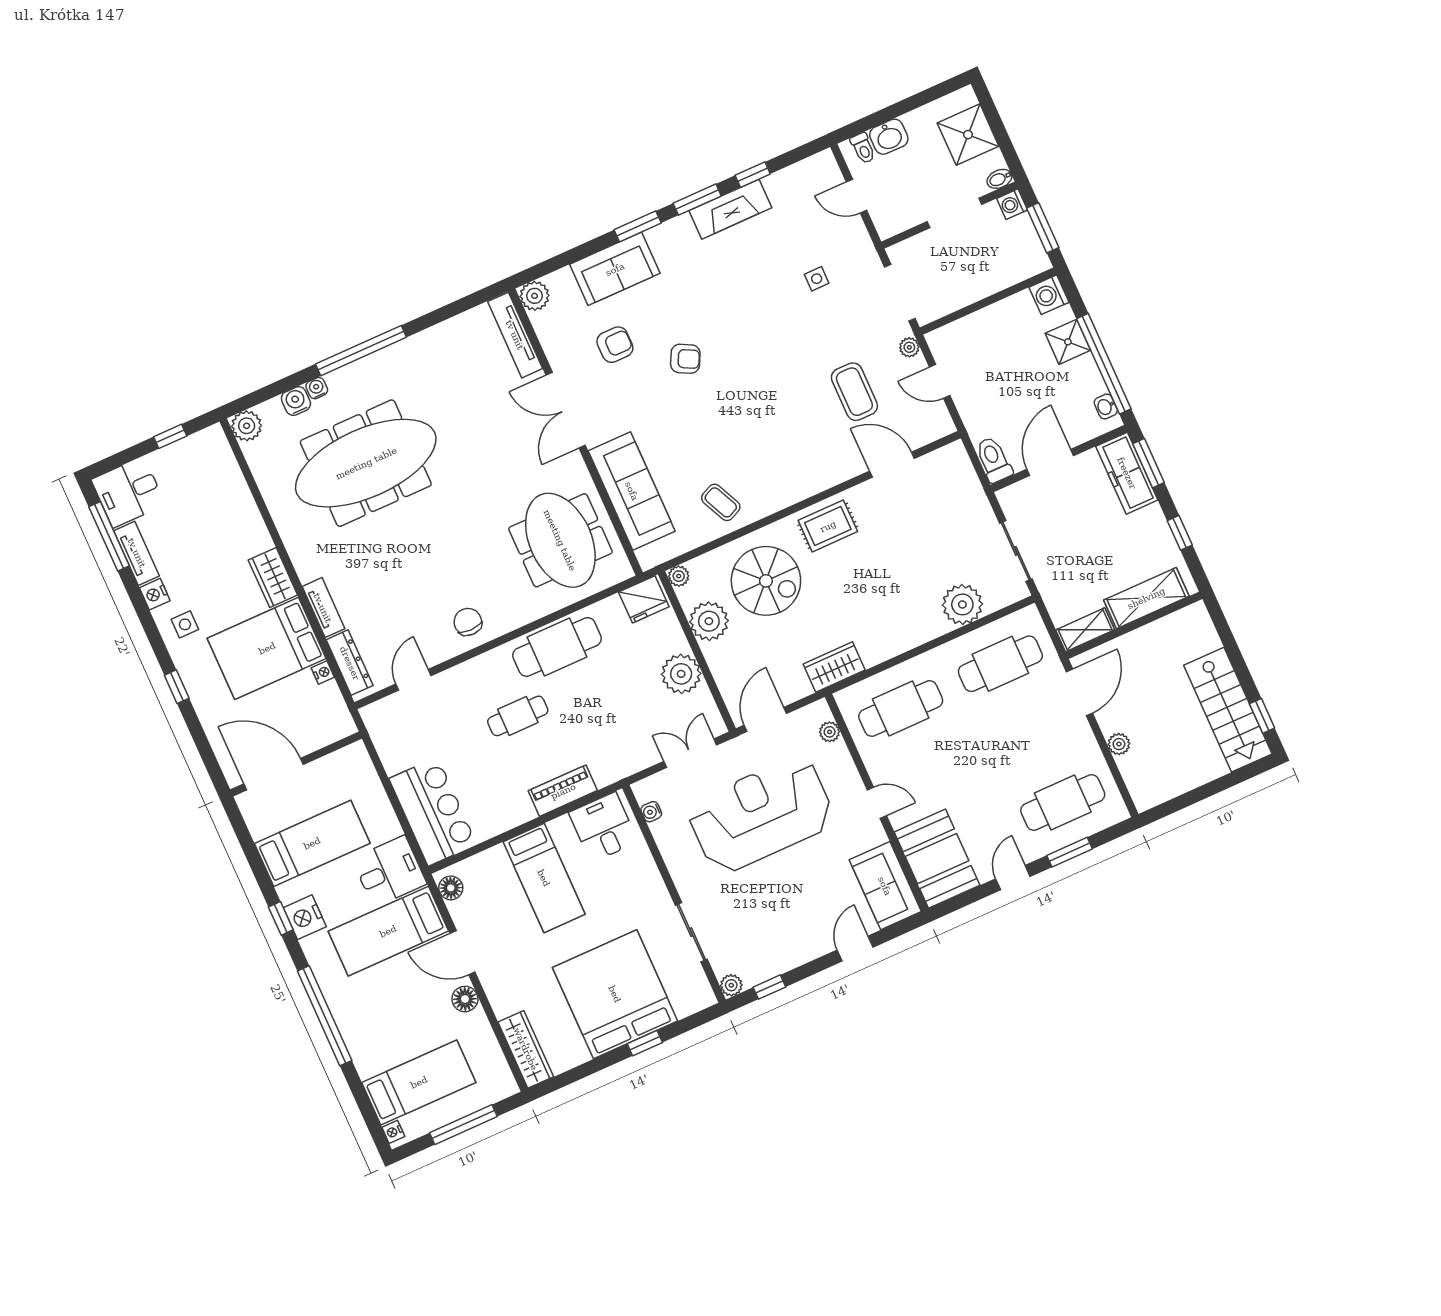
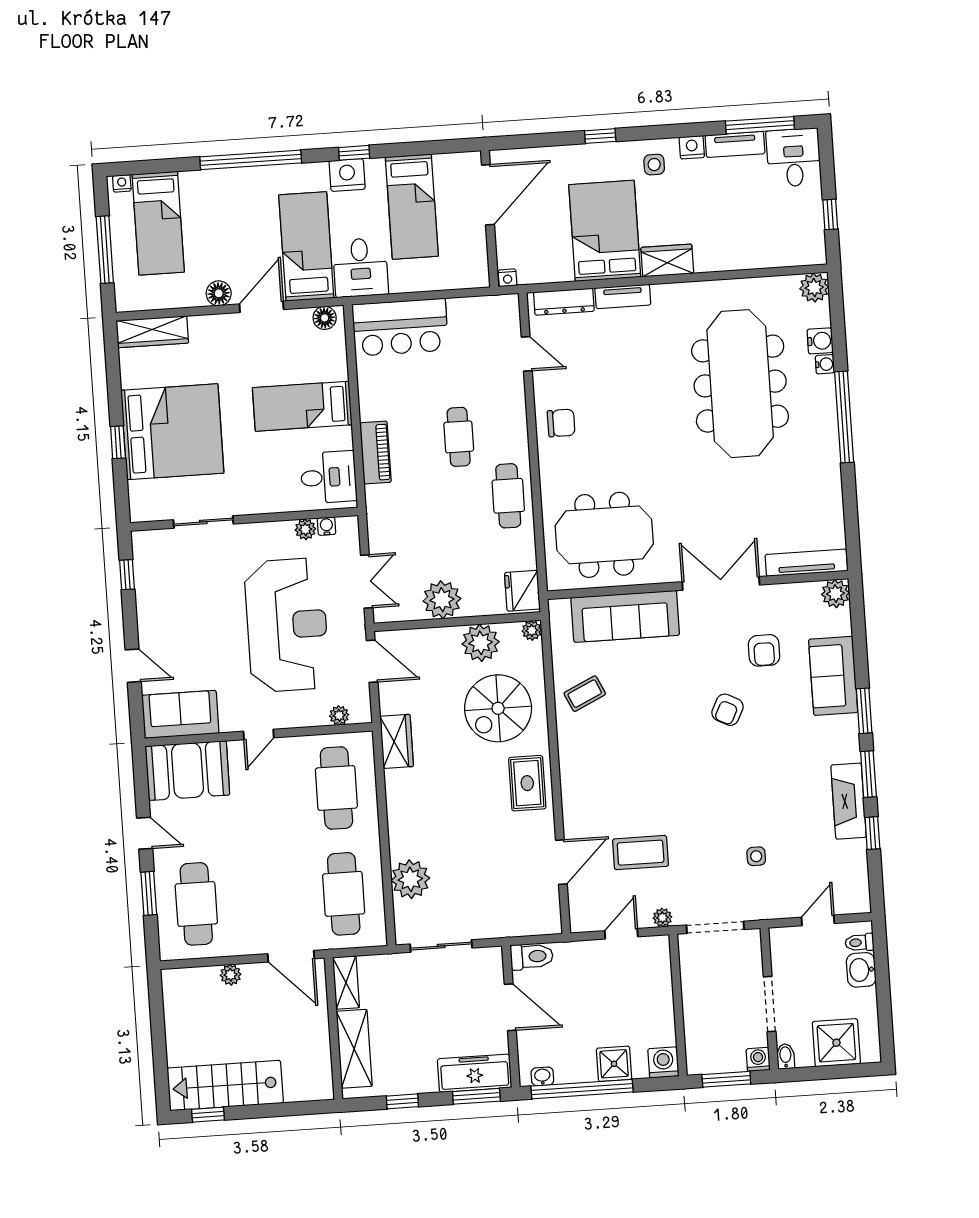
cafe table: (557, 647) -> (508, 496), width x0.73, depth x0.74
nightstand: (323, 672) -> (508, 278), moved
plant: (731, 985) -> (305, 529), moved

